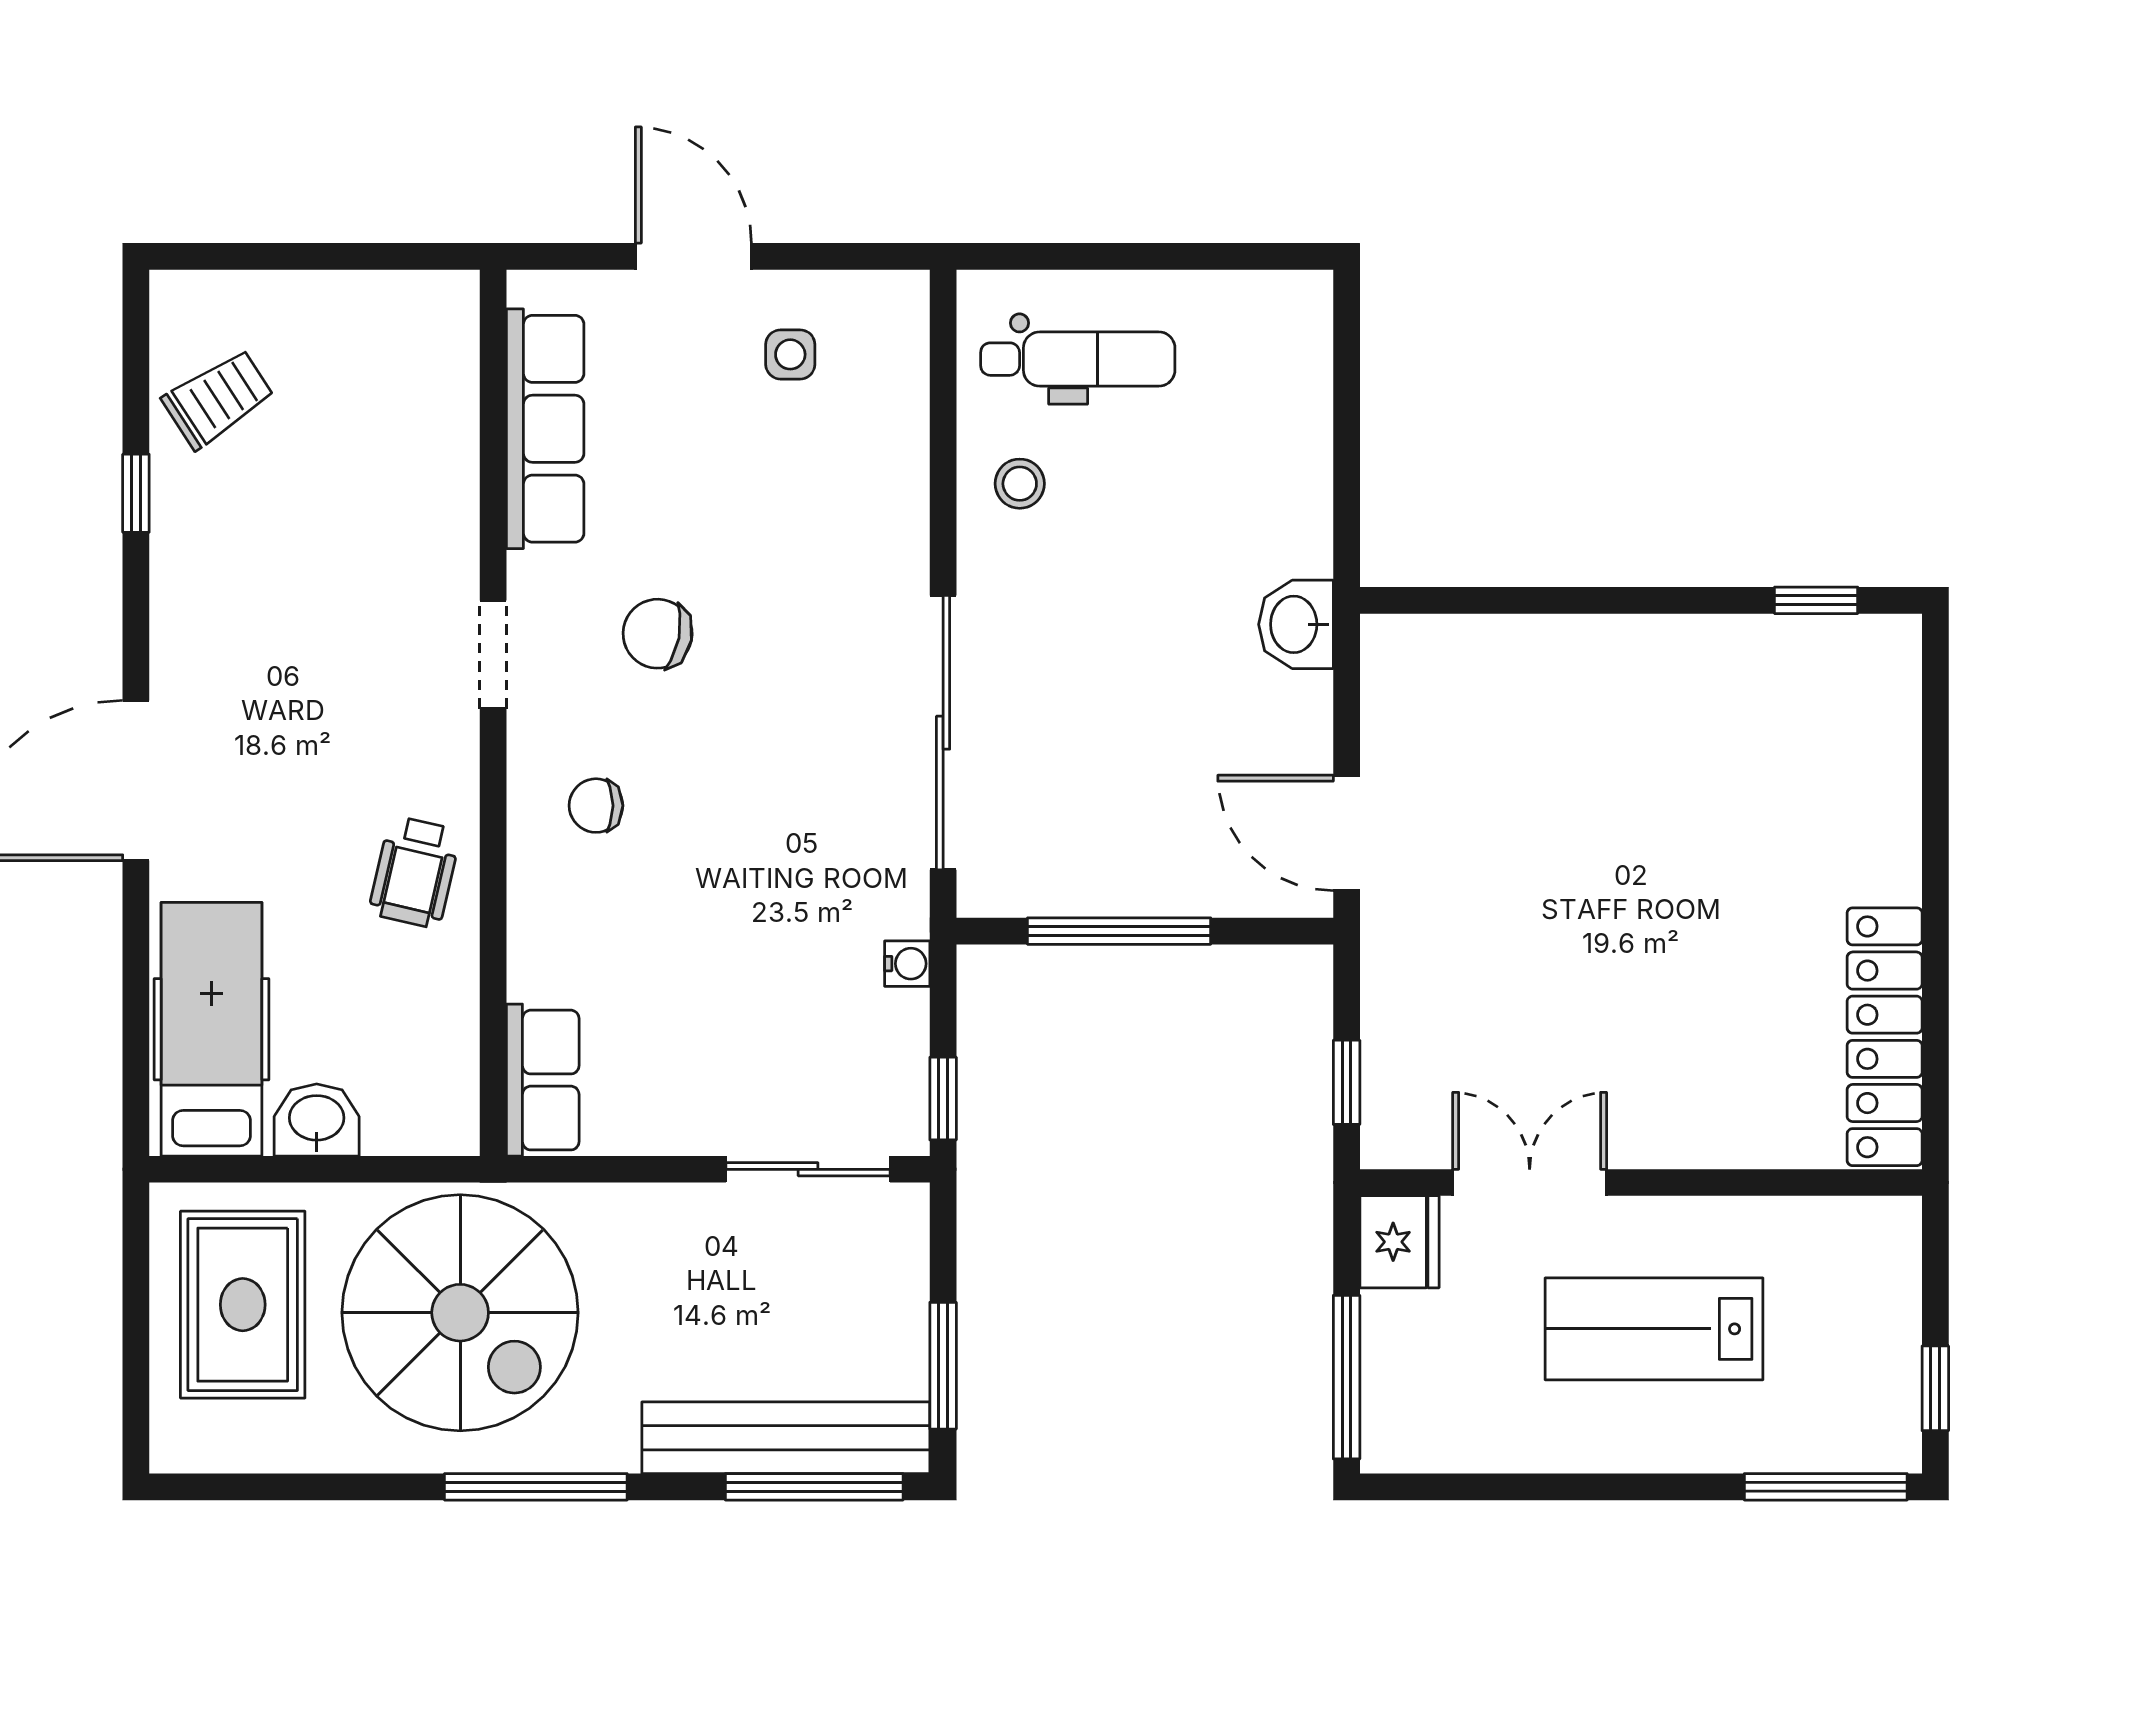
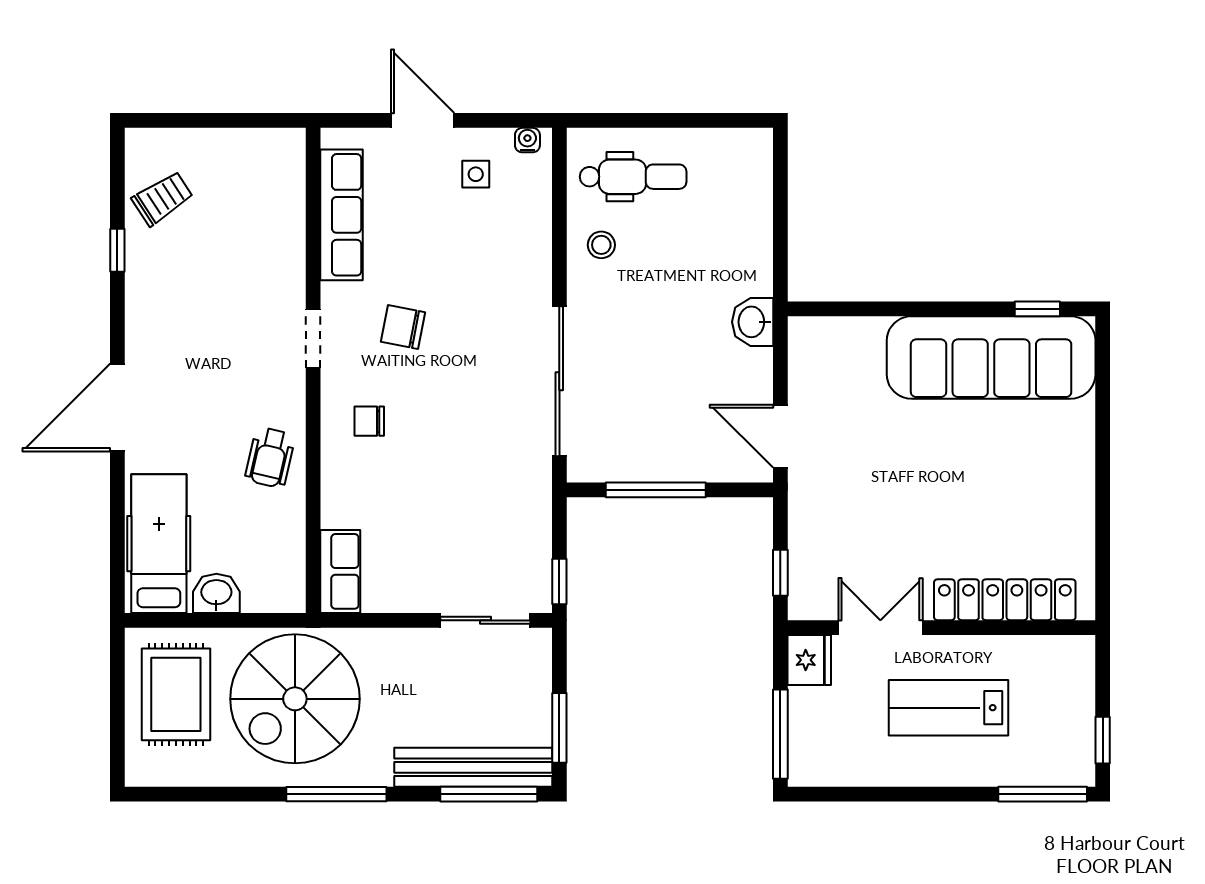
sofa: (1732, 689) -> (991, 357), added
water cooler: (907, 964) -> (527, 140), moved, turned -90
locker: (1885, 1037) -> (1005, 600), moved, turned 90
spiral stairs: (460, 1313) -> (295, 699), turned 90

